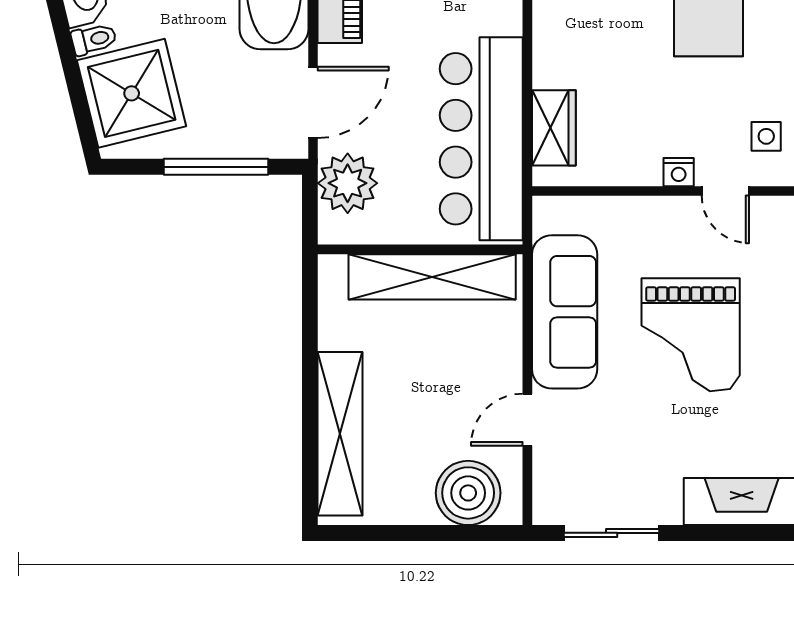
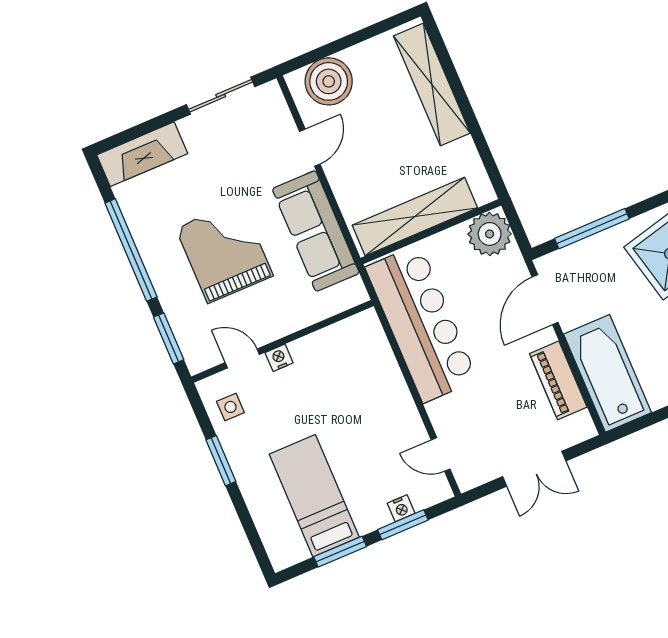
wardrobe: (554, 128) -> (376, 352), removed
plant: (348, 183) -> (490, 234), moved

